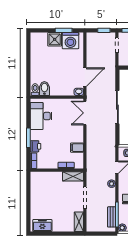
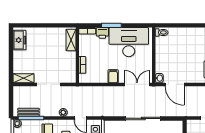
bidet: (44, 88) -> (163, 42), removed
desk: (41, 116) -> (129, 42), width x1.36, depth x1.30
filing cabinet: (77, 148) -> (113, 76), moved
shelving: (73, 176) -> (71, 40), moved

